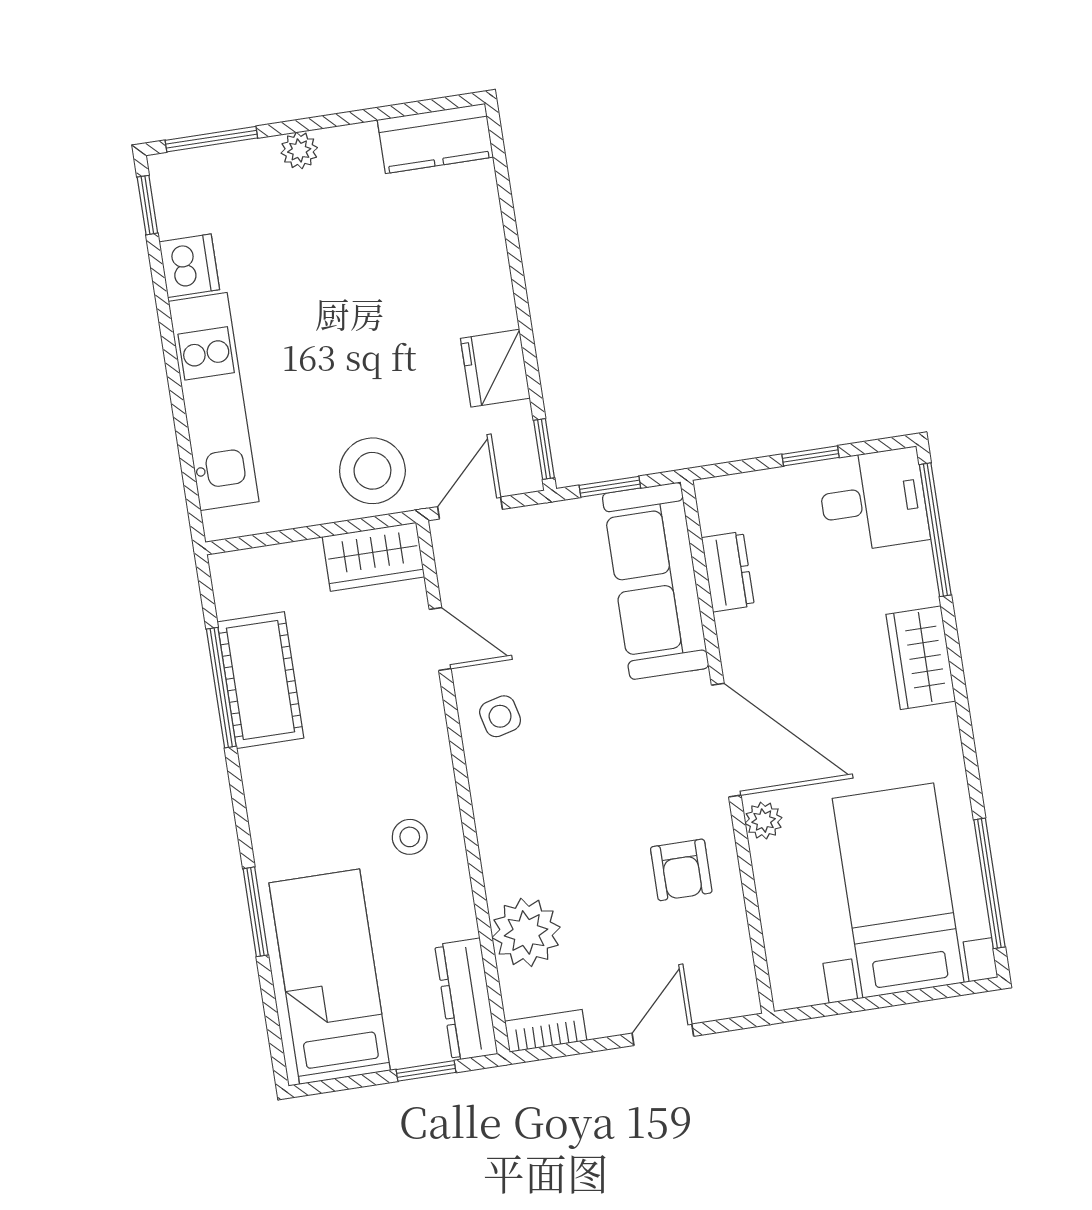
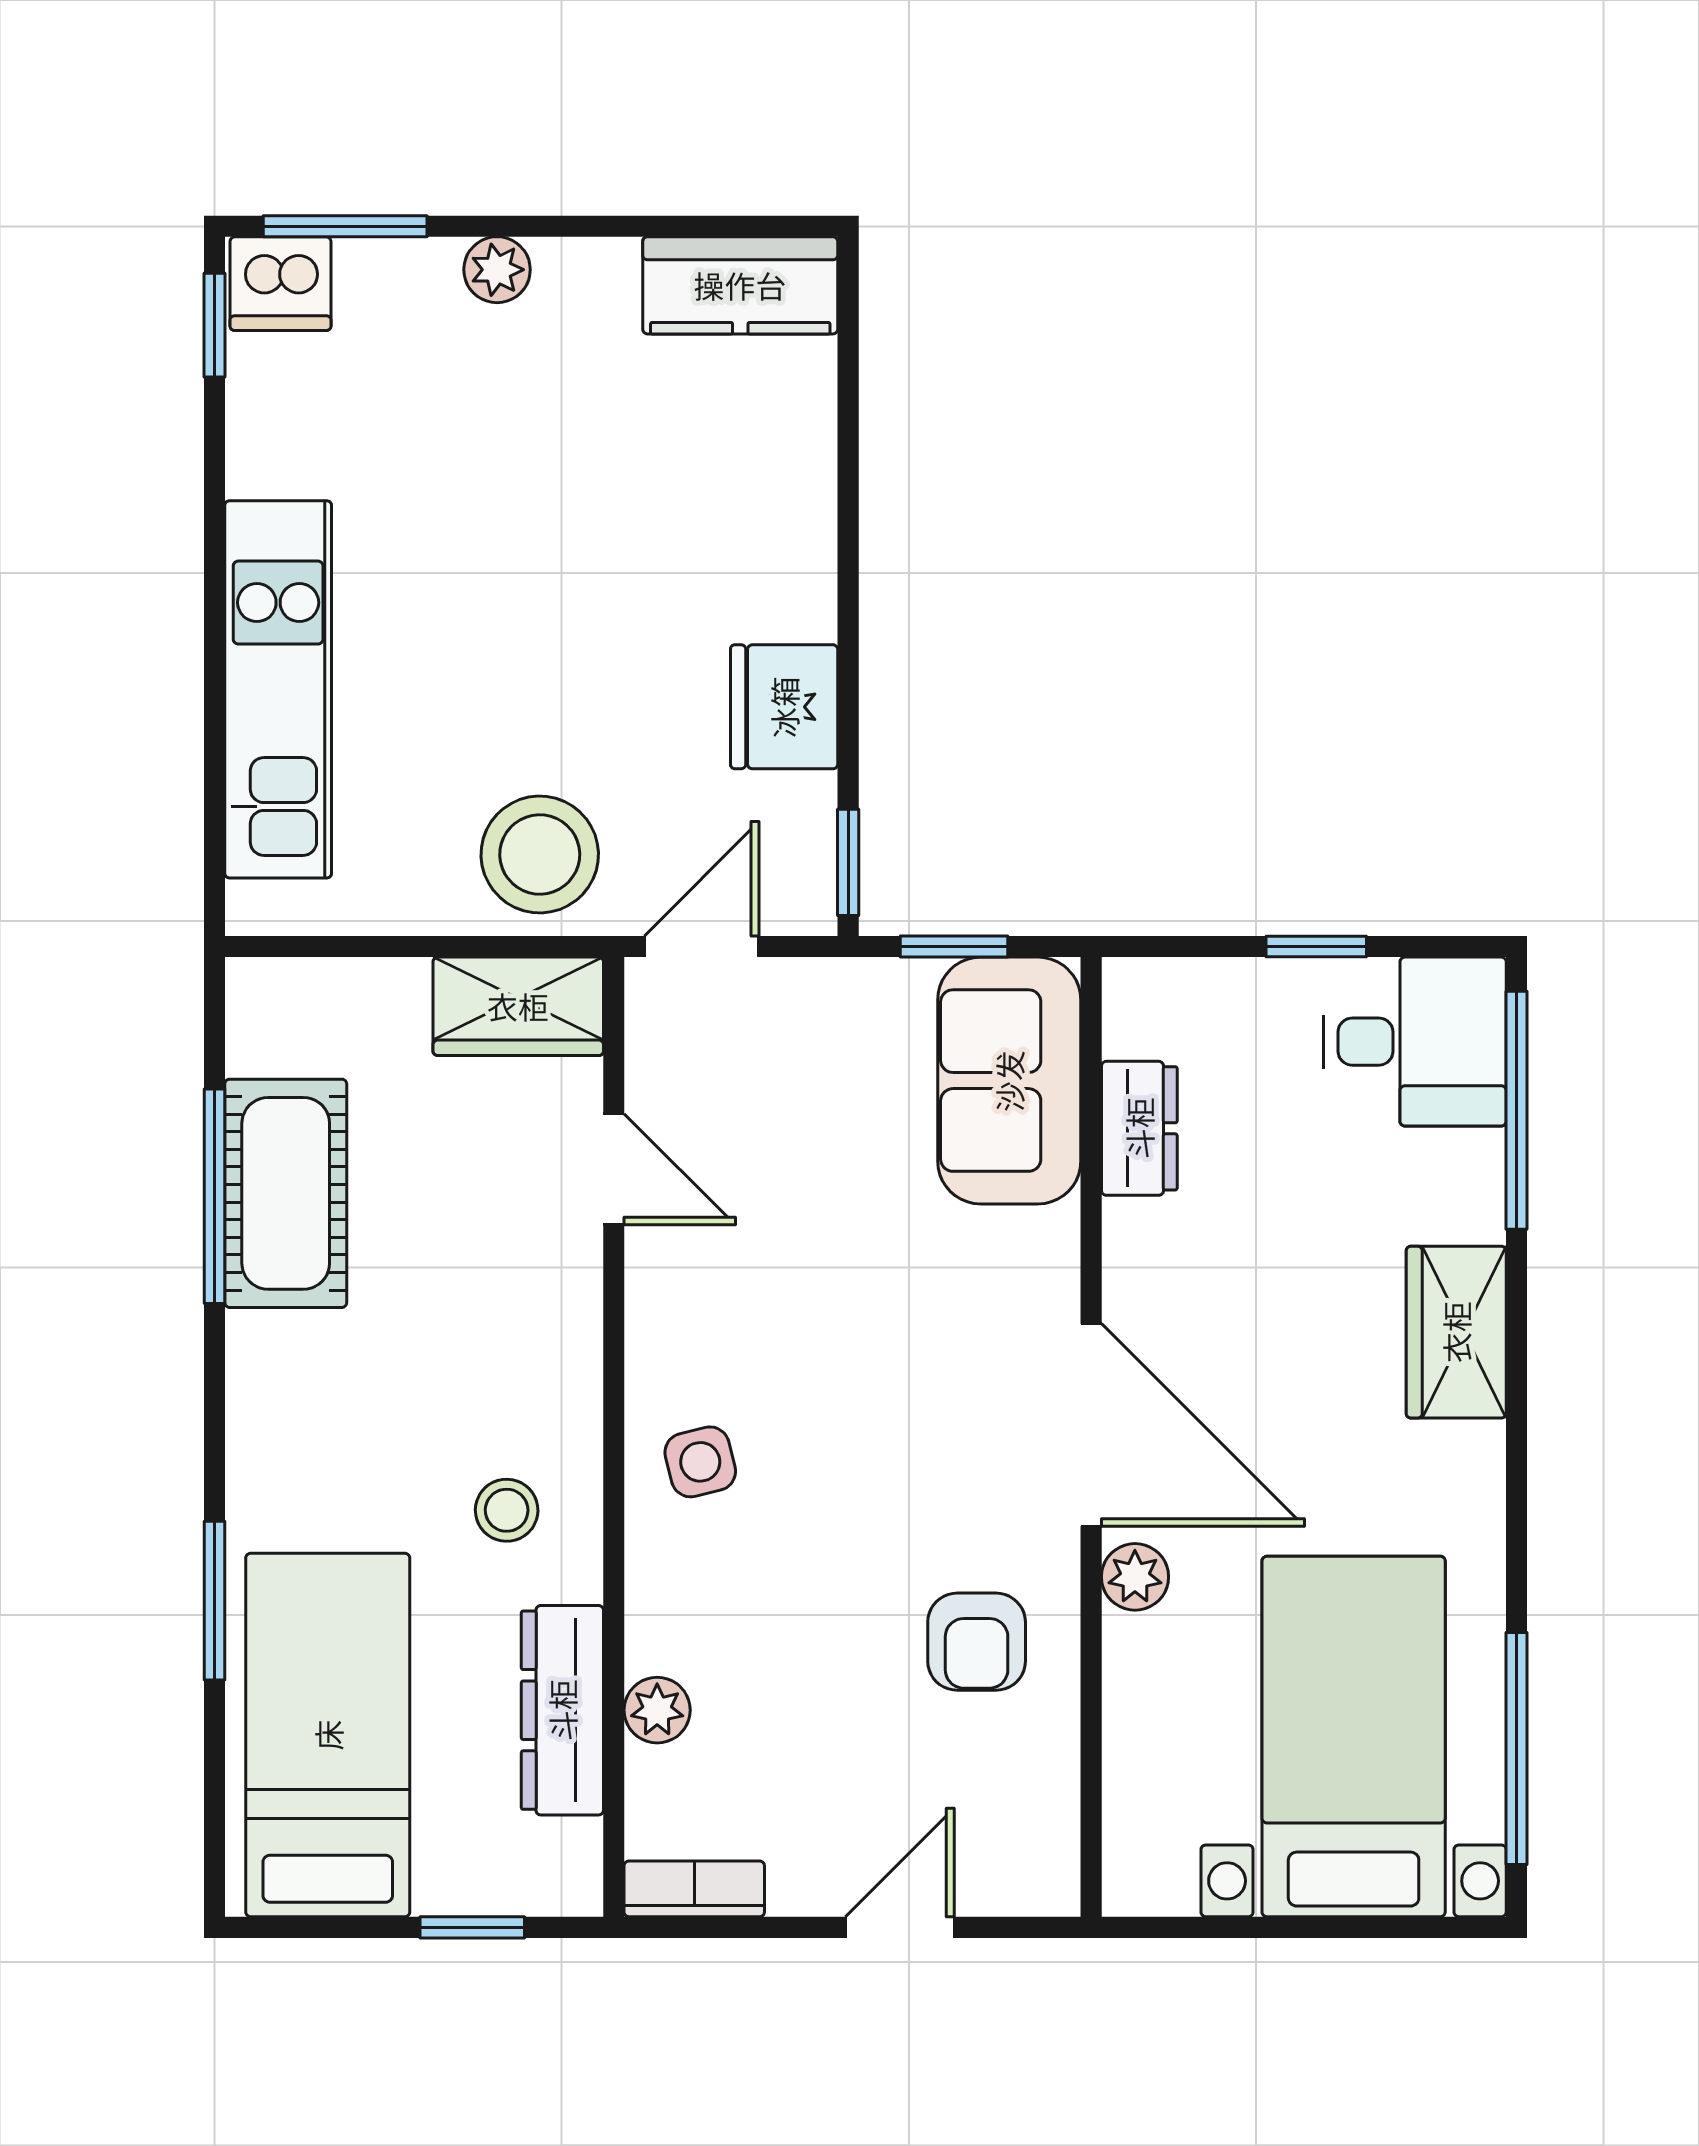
dishwasher: (189, 266) -> (280, 284), moved, turned 90
sofa: (656, 581) -> (1009, 1081), width x0.73
side table: (500, 716) -> (700, 1462), moved
plant: (526, 932) -> (657, 1710), width x0.53, depth x0.53
dresser: (466, 999) -> (562, 1710), moved

